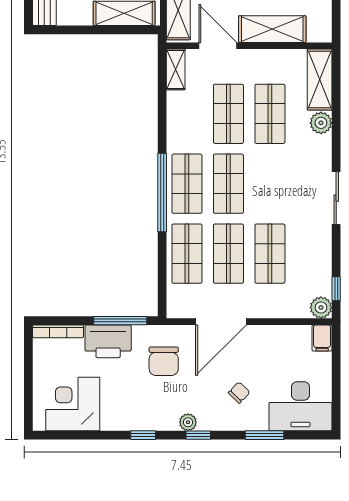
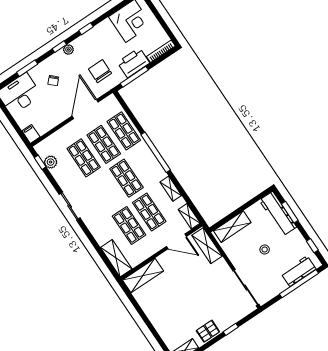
shelving: (272, 29) -> (143, 276), moved
plant: (321, 123) -> (101, 238), removed
shelving: (175, 126) -> (171, 189), added
shop shelf: (187, 184) -> (147, 165), removed
plant: (321, 308) -> (51, 162), moved

